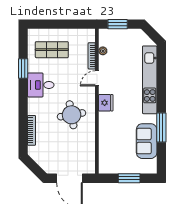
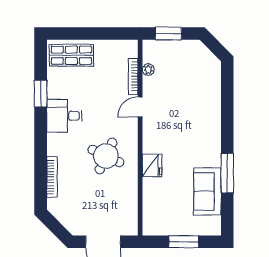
shop shelf: (52, 50) -> (71, 55), moved
kitchen unit: (150, 80) -> (212, 109), removed
fridge: (106, 103) -> (152, 166), moved
round table: (72, 115) -> (106, 156), turned 35

